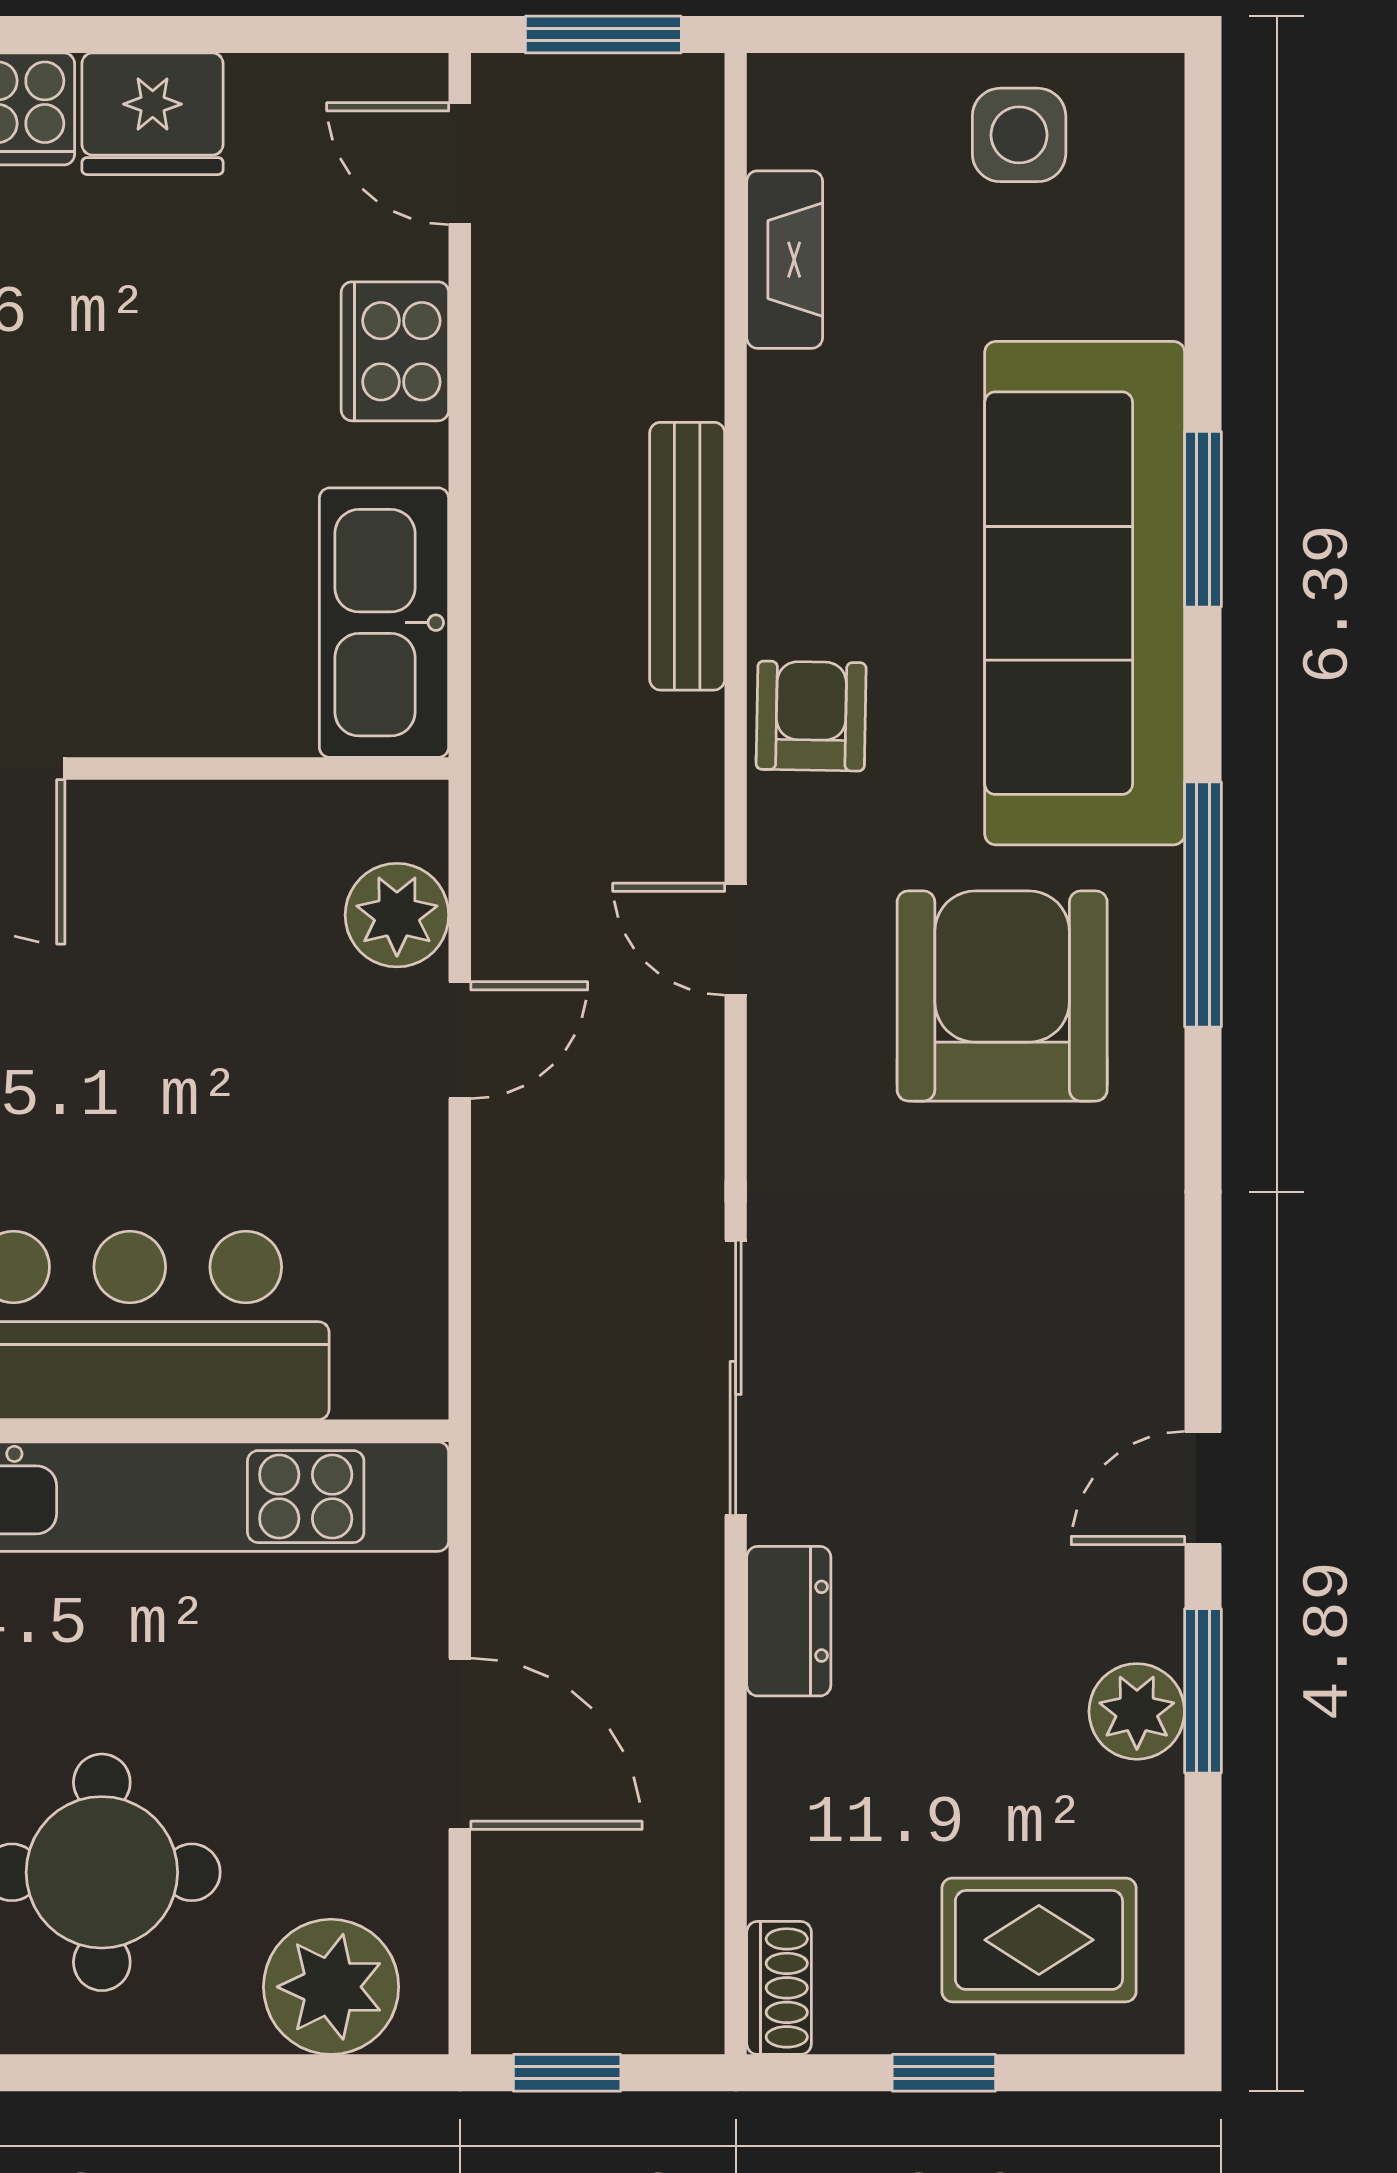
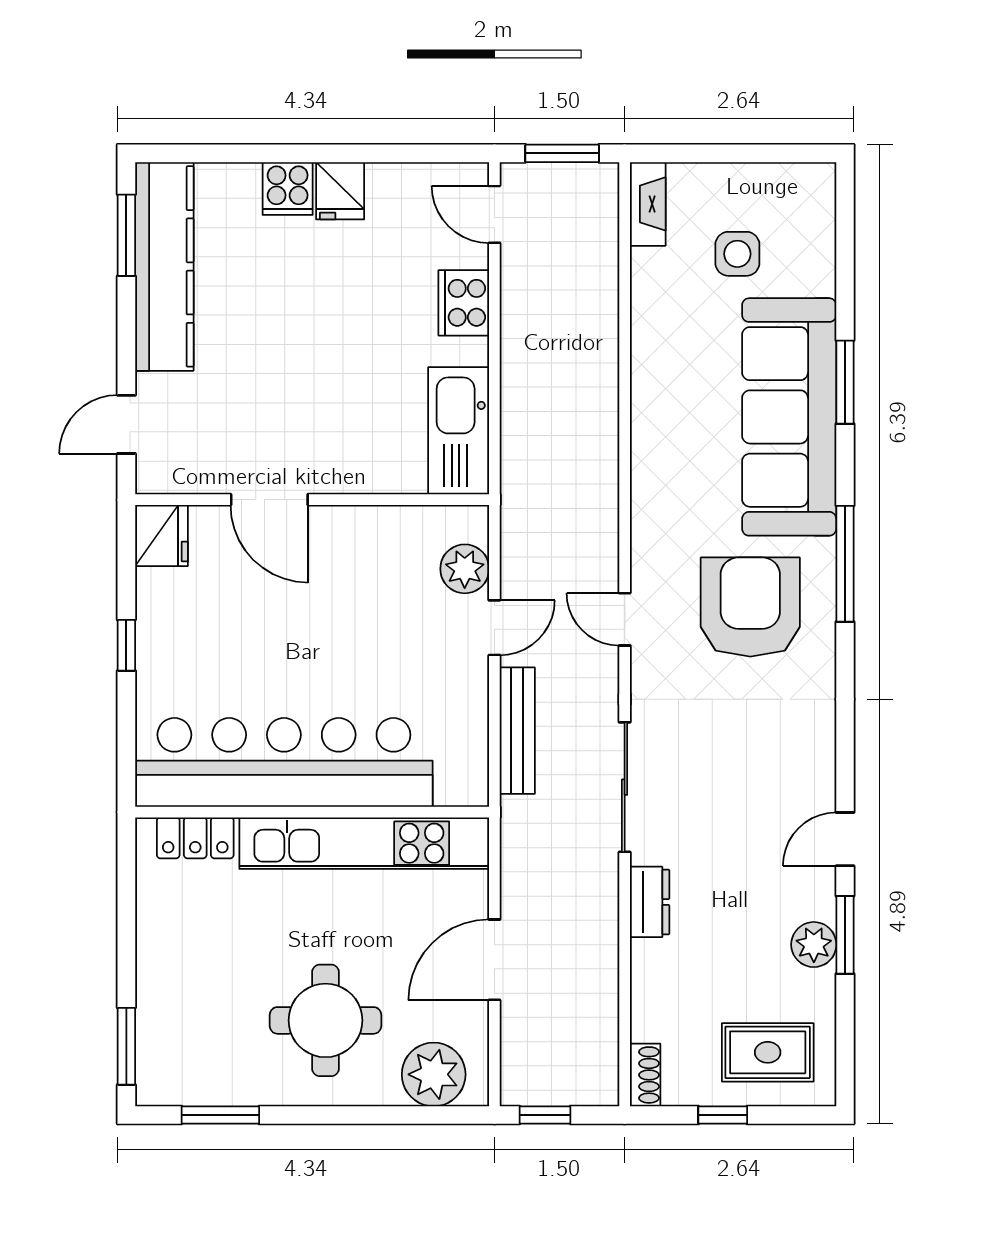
fridge: (153, 114) -> (340, 191), width x0.72
side table: (1019, 135) -> (737, 254), moved
fireplace: (785, 260) -> (648, 204), moved
bench: (687, 556) -> (517, 731), moved
armchair: (811, 716) -> (660, 475), removed
door: (736, 939) -> (625, 619), moved
door: (460, 1744) -> (494, 960), swing flipped

